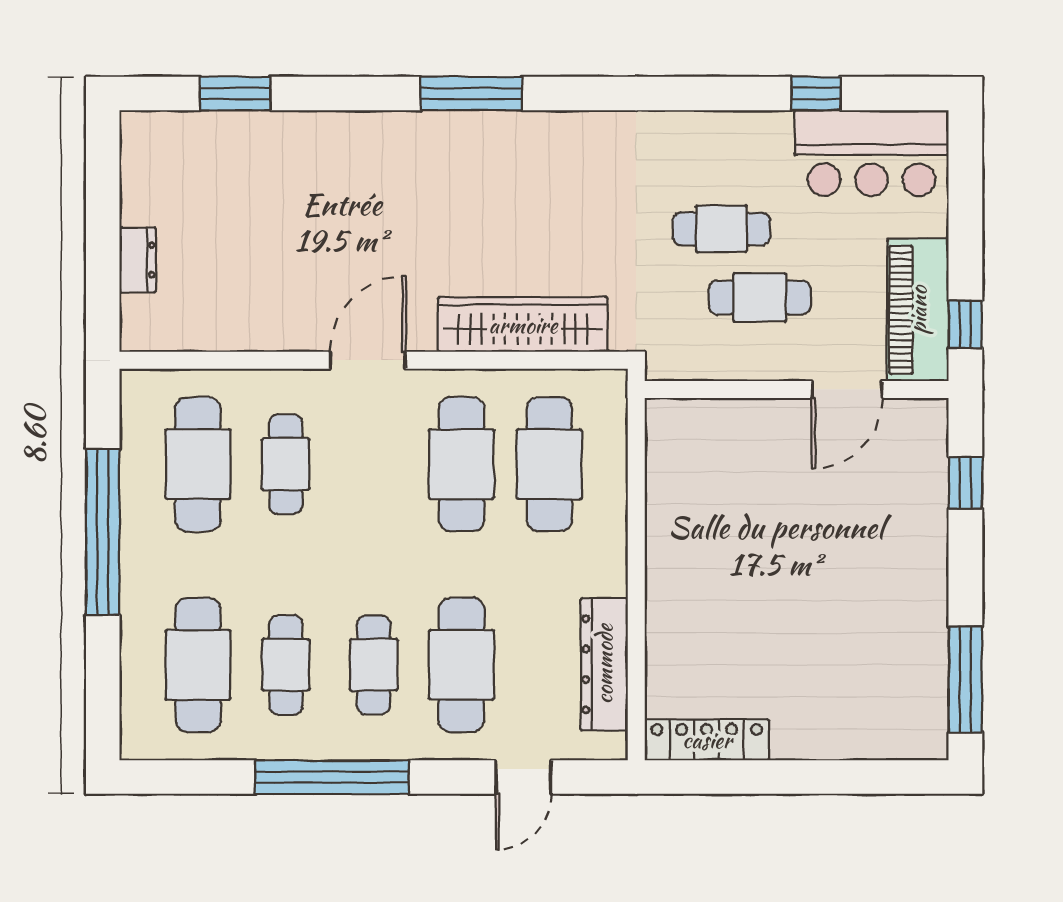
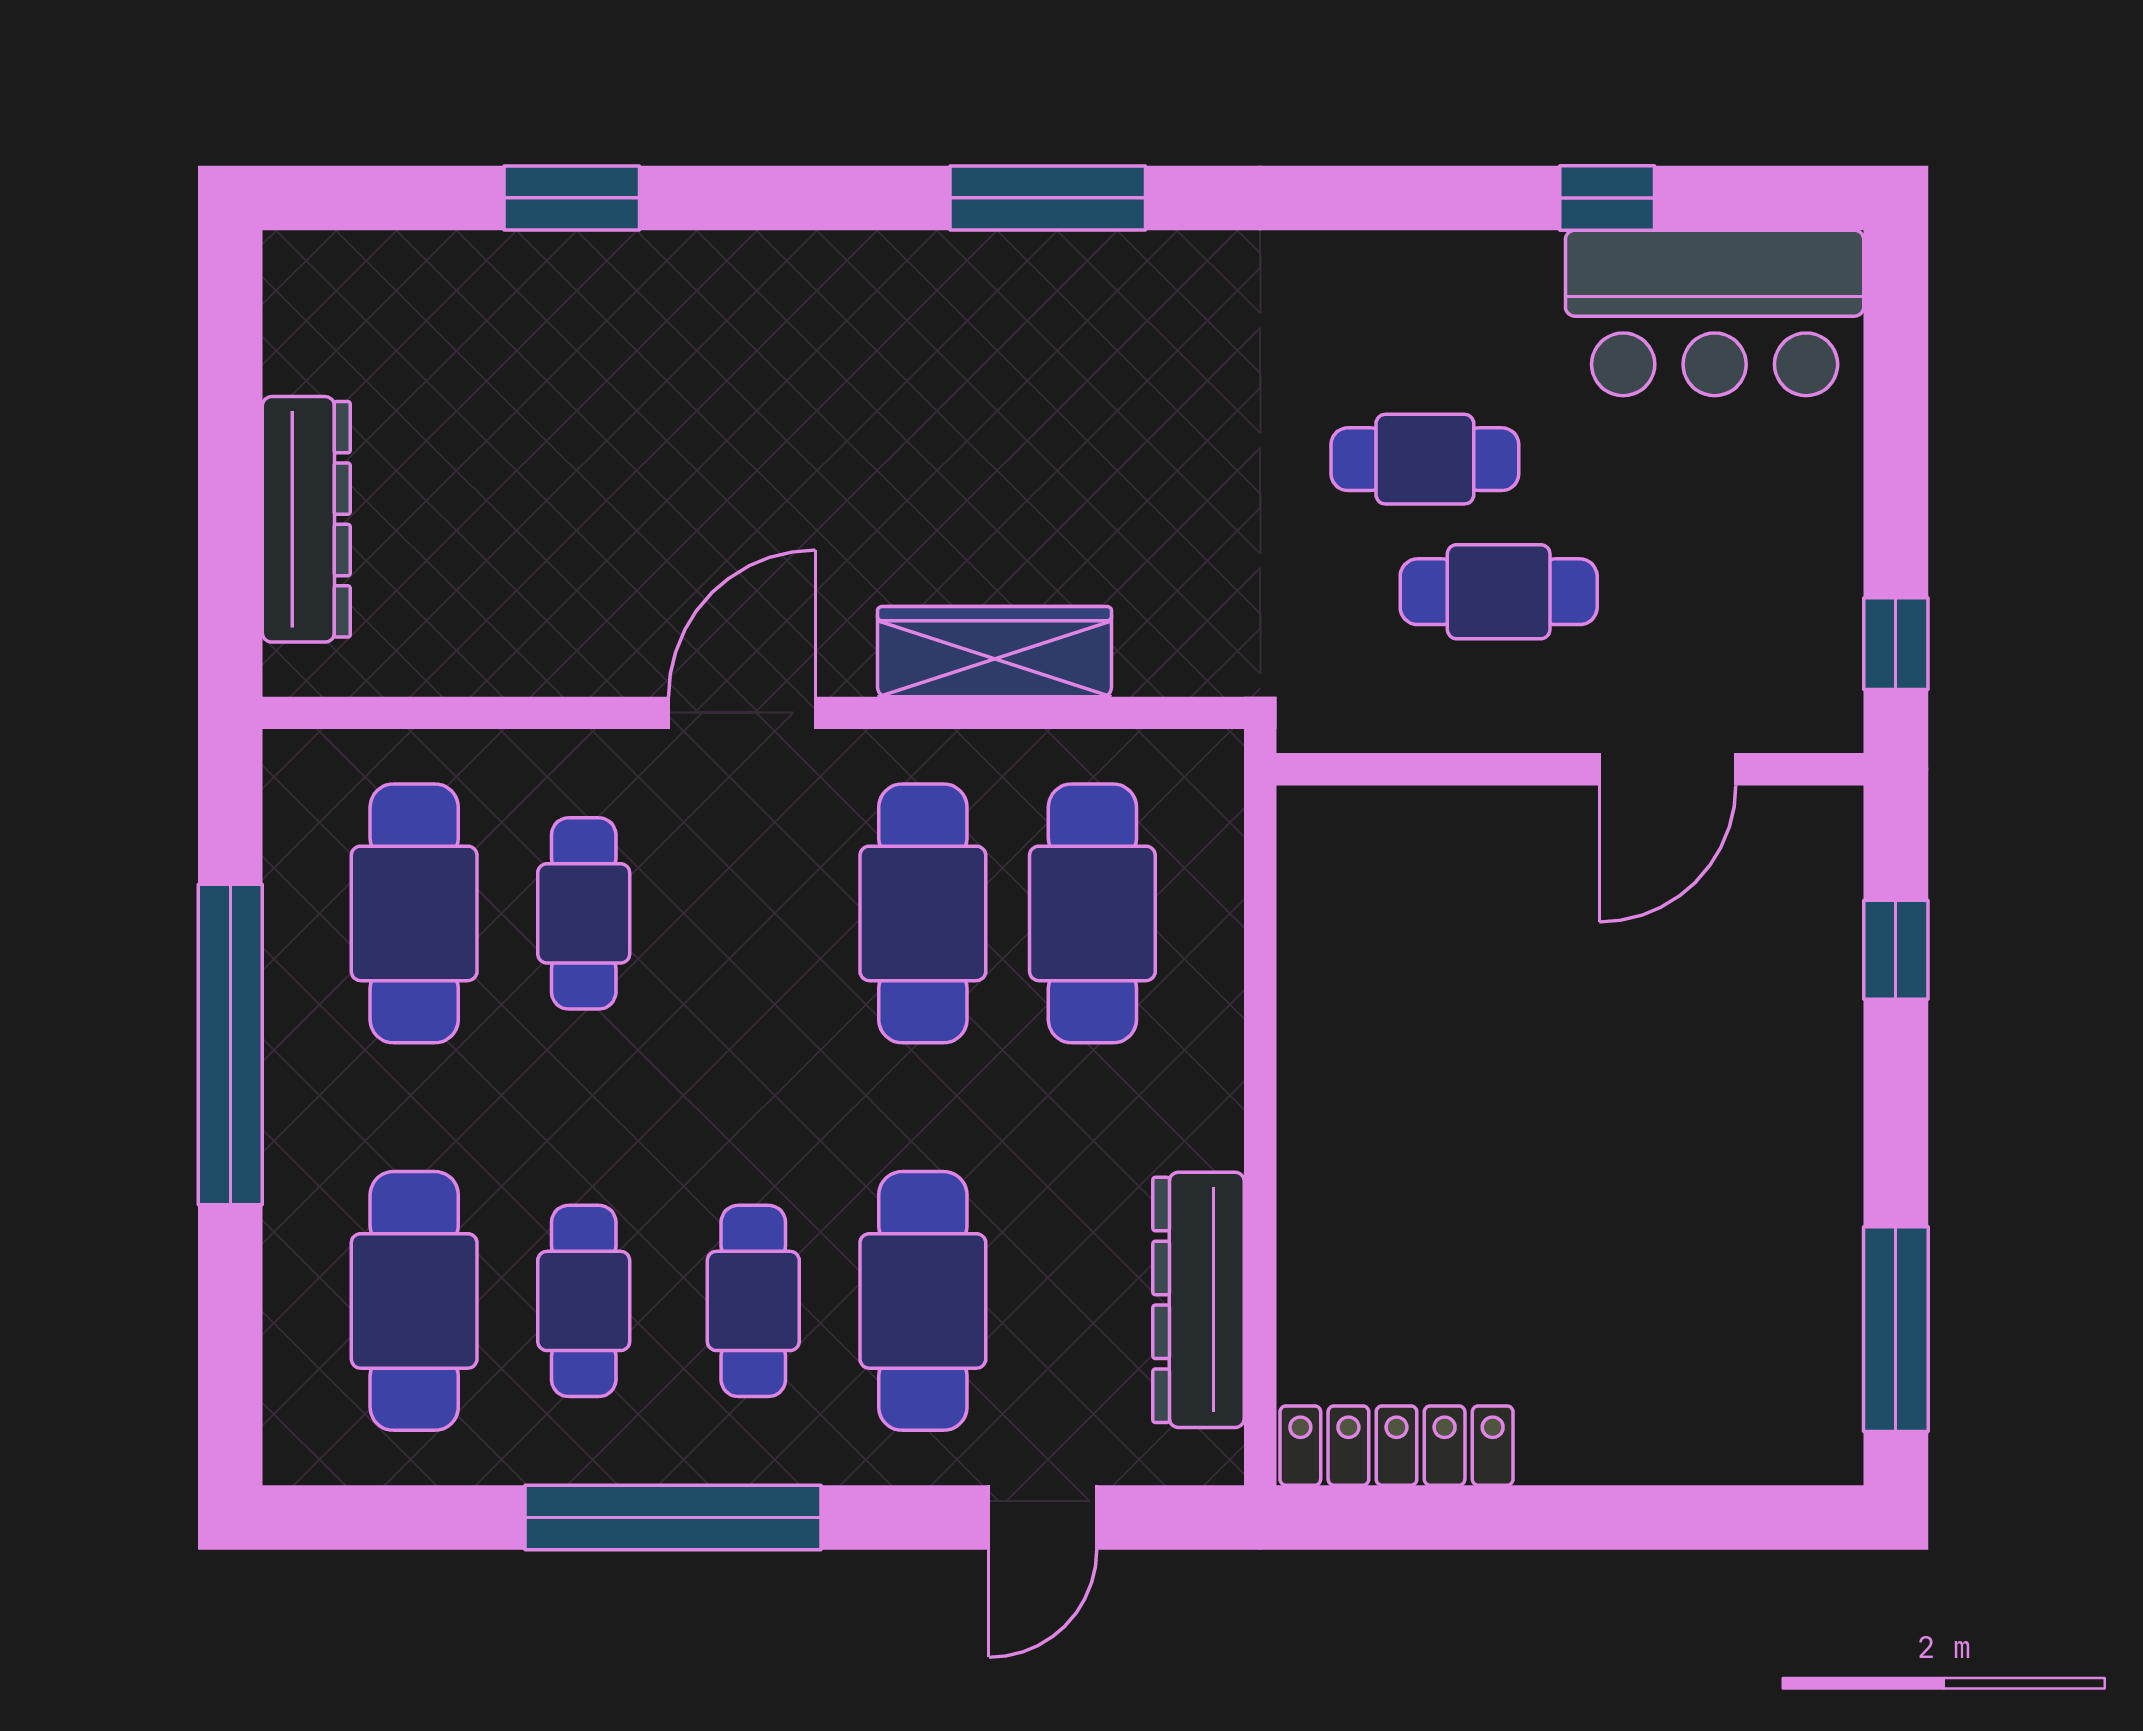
window: (235, 94) -> (572, 198), moved
window: (471, 94) -> (1048, 198), moved
dresser: (138, 260) -> (306, 519), width x1.96, depth x1.24
piano: (918, 310) -> (1804, 616), removed
wardrobe: (523, 325) -> (995, 652), width x0.71, depth x0.85

